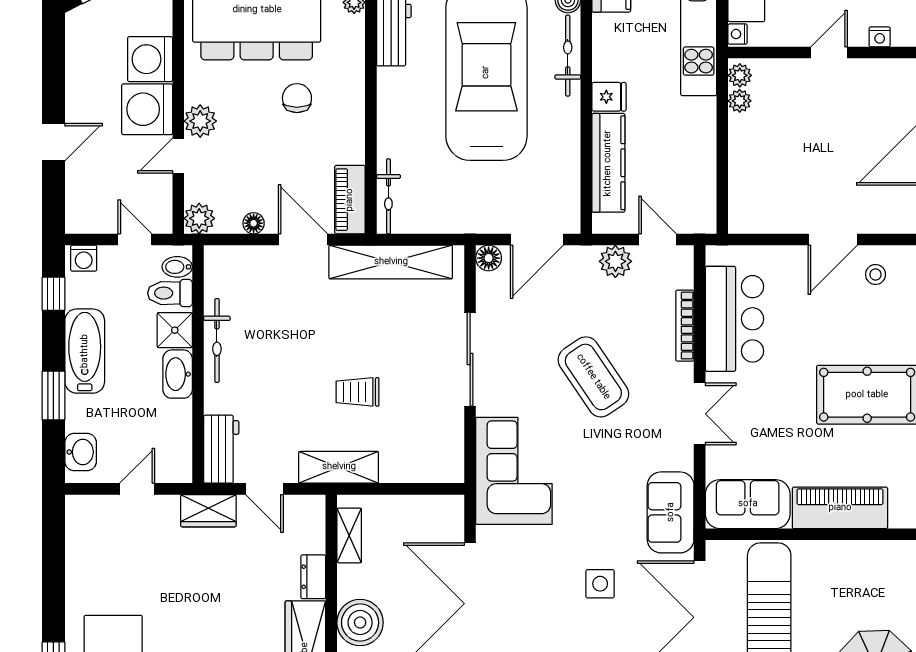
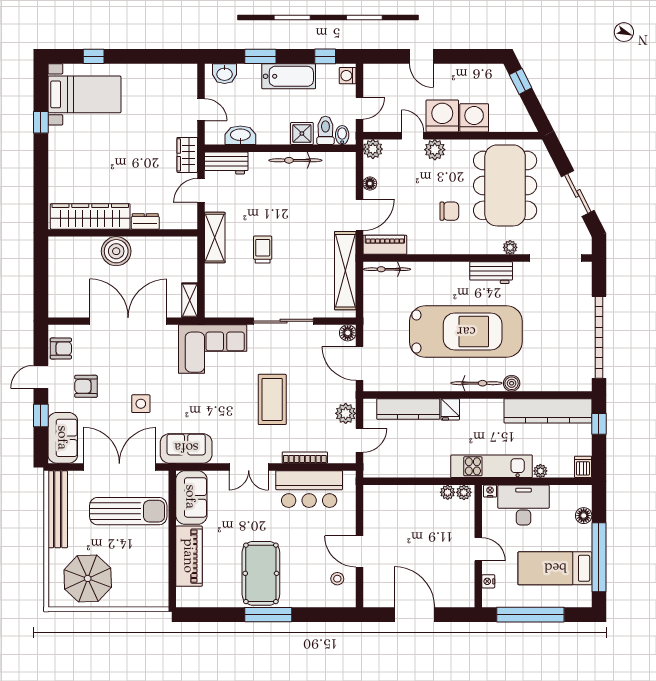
washbasin: (178, 374) -> (240, 135), moved
coffee table: (593, 377) -> (272, 399), turned -56
shelving: (349, 535) -> (190, 300), moved, turned 90

